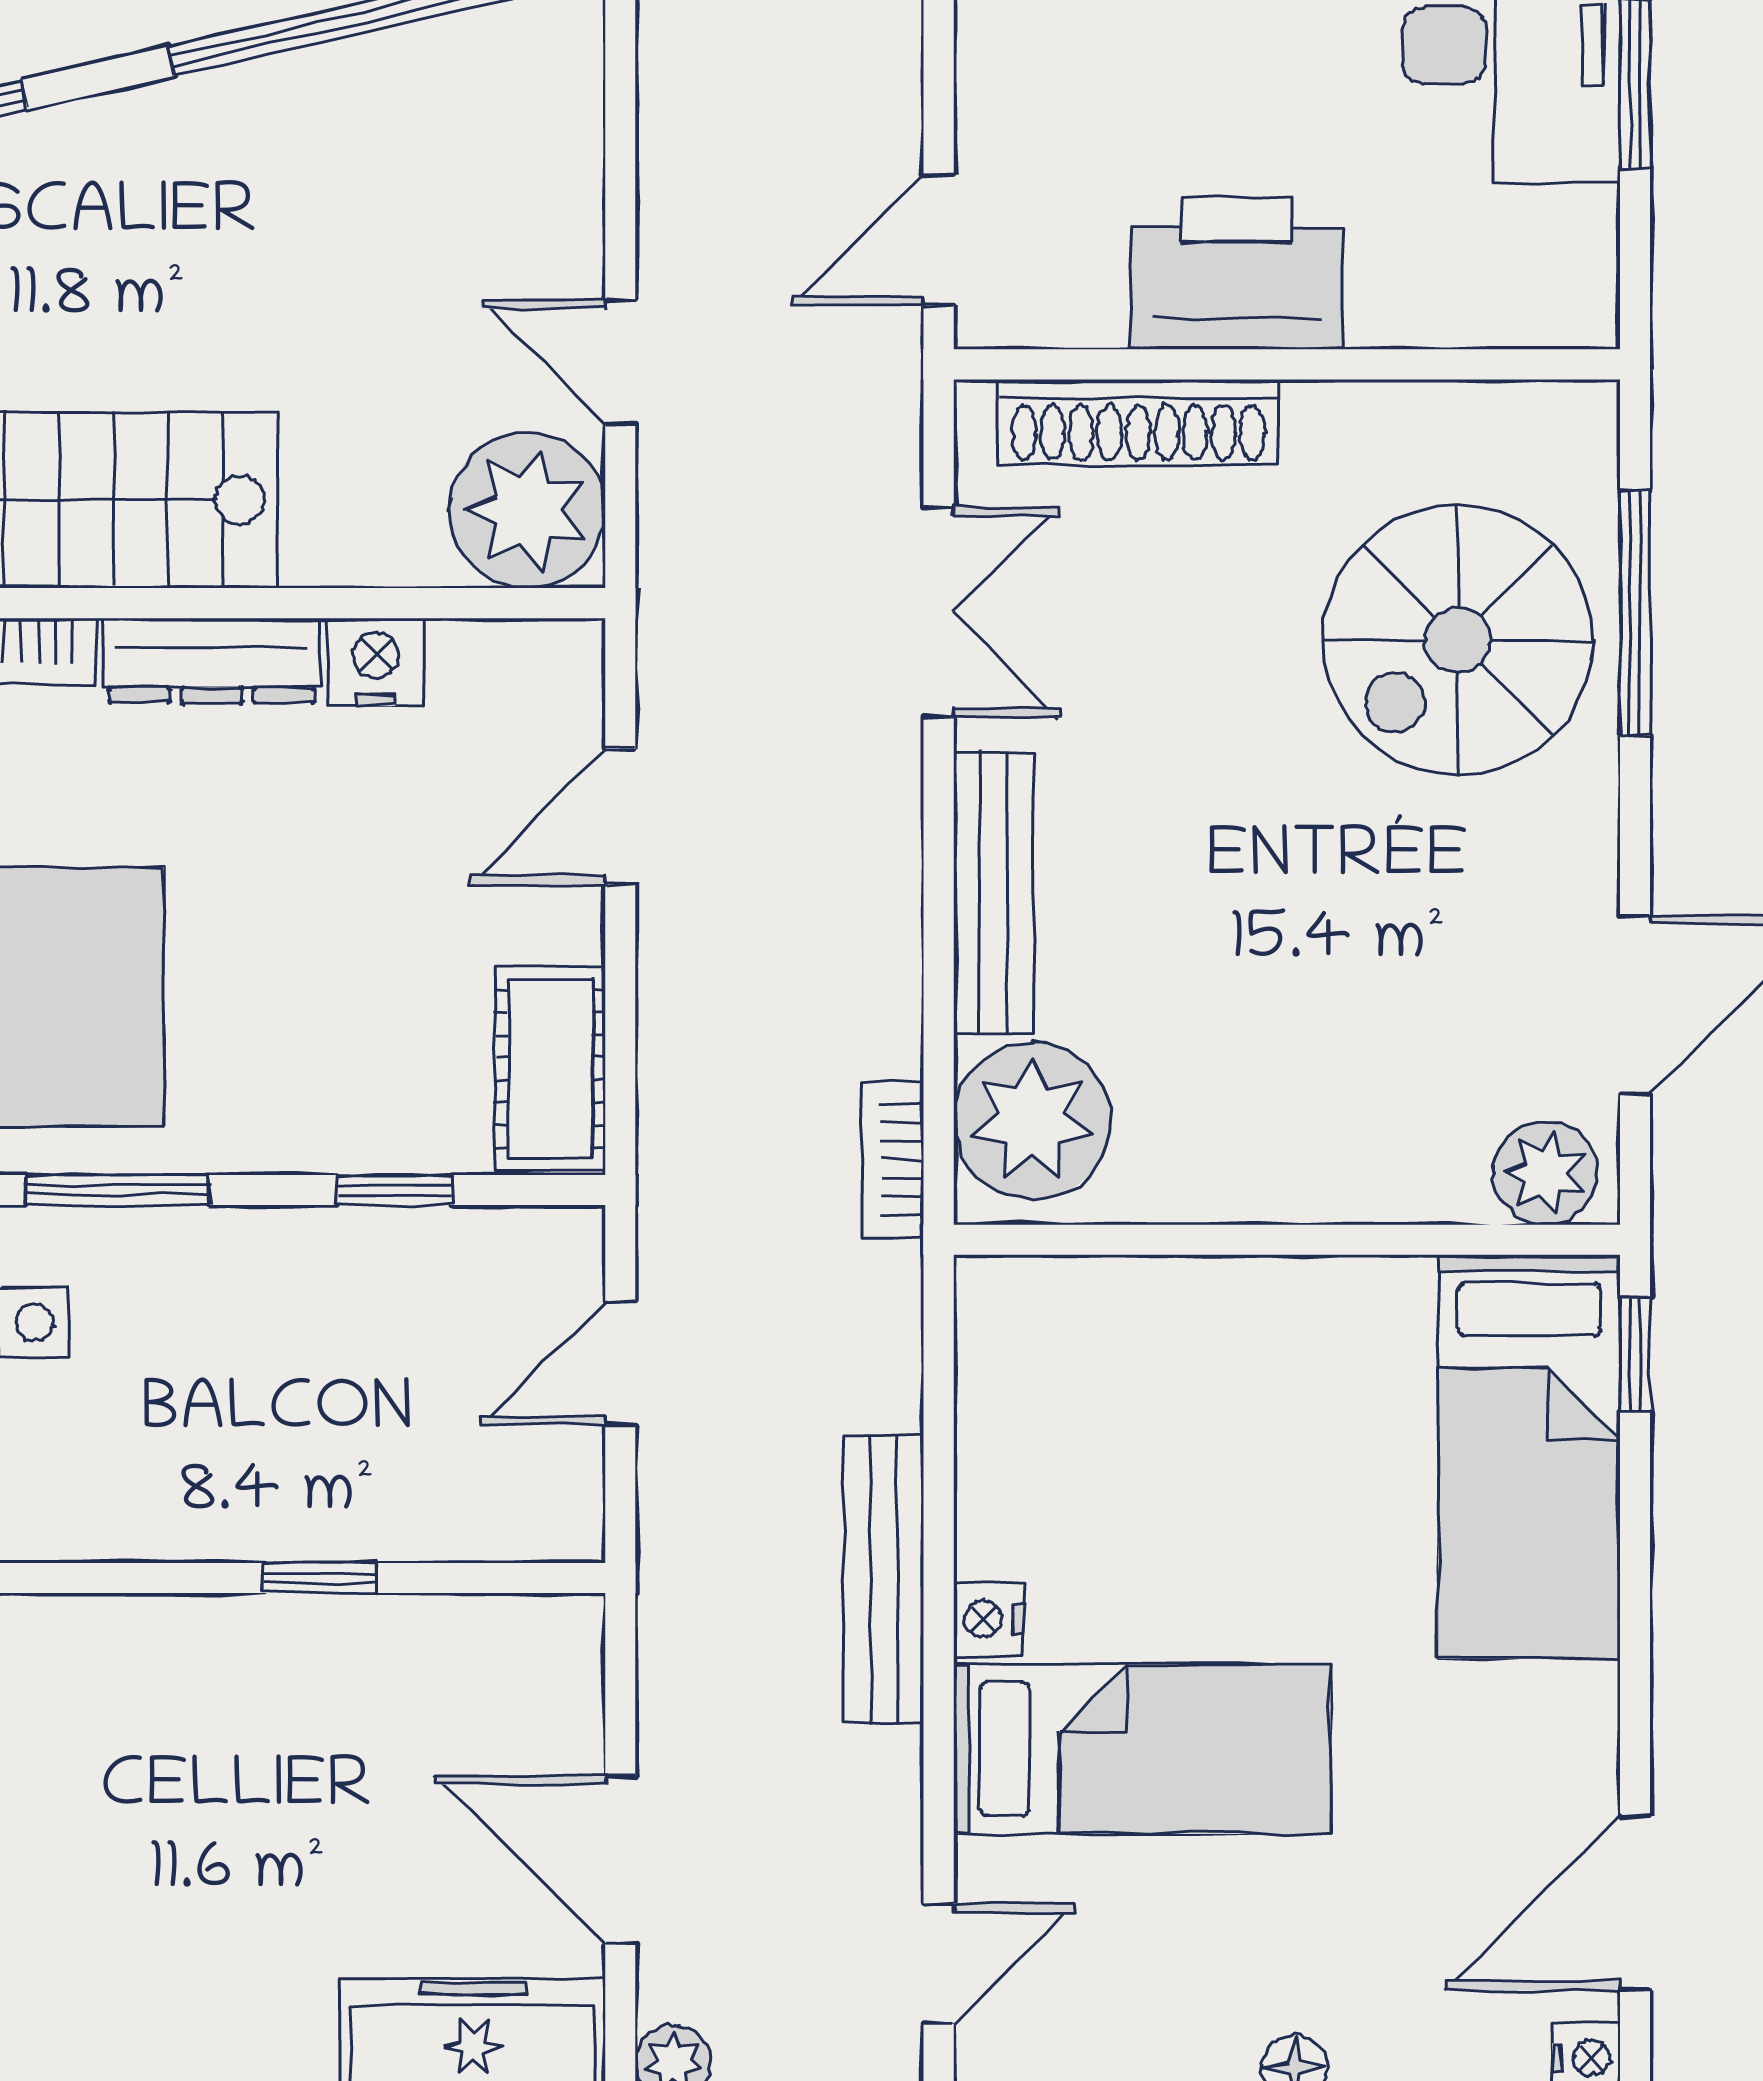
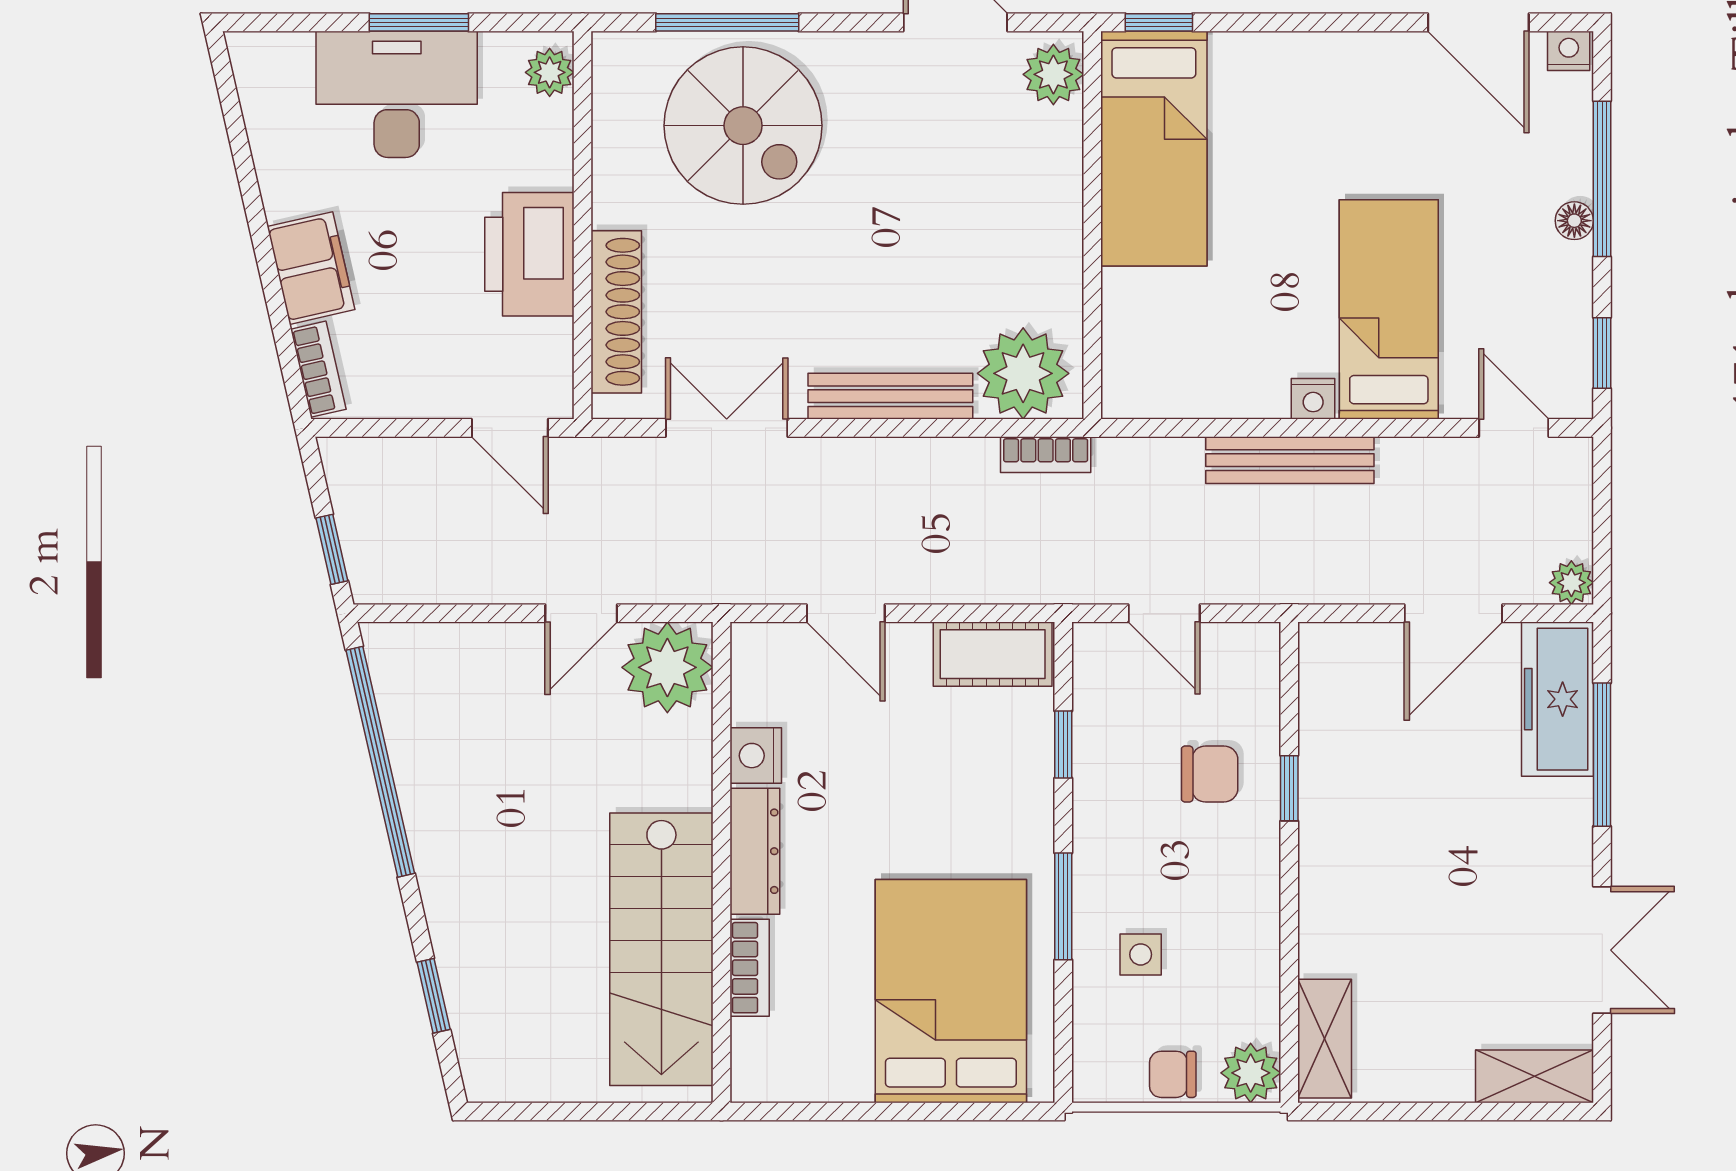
plant: (1549, 308) -> (550, 72), added
chair: (344, 1441) -> (1210, 774), added
bed: (1529, 1457) -> (1154, 149), moved, turned 90

